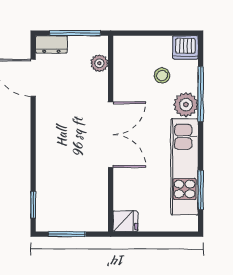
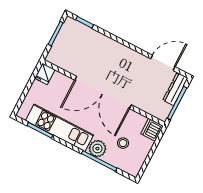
dresser: (51, 44) -> (175, 89), width x1.44
dishwasher: (185, 47) -> (152, 130), moved
plant: (99, 63) -> (151, 108), removed
double door: (111, 135) -> (103, 92), width x1.36

